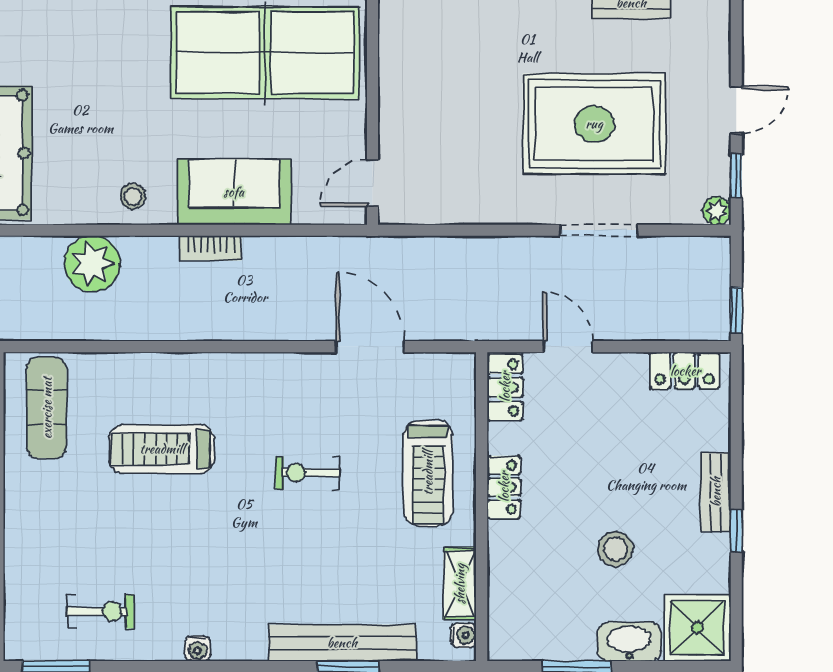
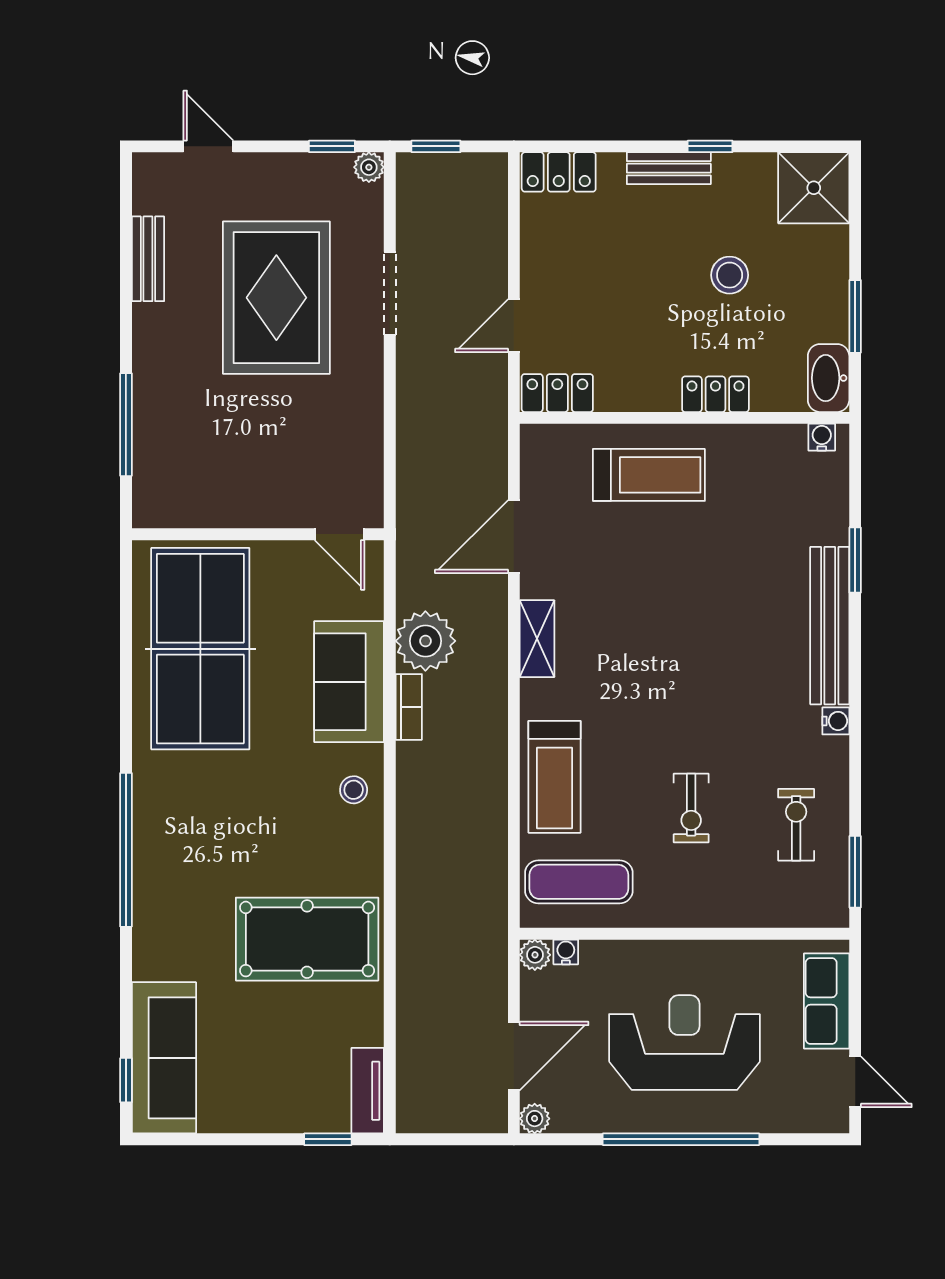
door: (736, 110) -> (208, 146), moved
plant: (92, 264) -> (425, 641), moved
window: (736, 310) -> (436, 146), moved
locker: (685, 371) -> (559, 172), moved, turned 90
treadmill: (162, 449) -> (554, 777), moved
exercise bike: (308, 473) -> (691, 808), moved
locker: (504, 487) -> (715, 394), moved
shelving: (460, 584) -> (537, 639), moved, turned 90
washbasin: (629, 642) -> (829, 378), moved
bench: (342, 643) -> (830, 626), moved

